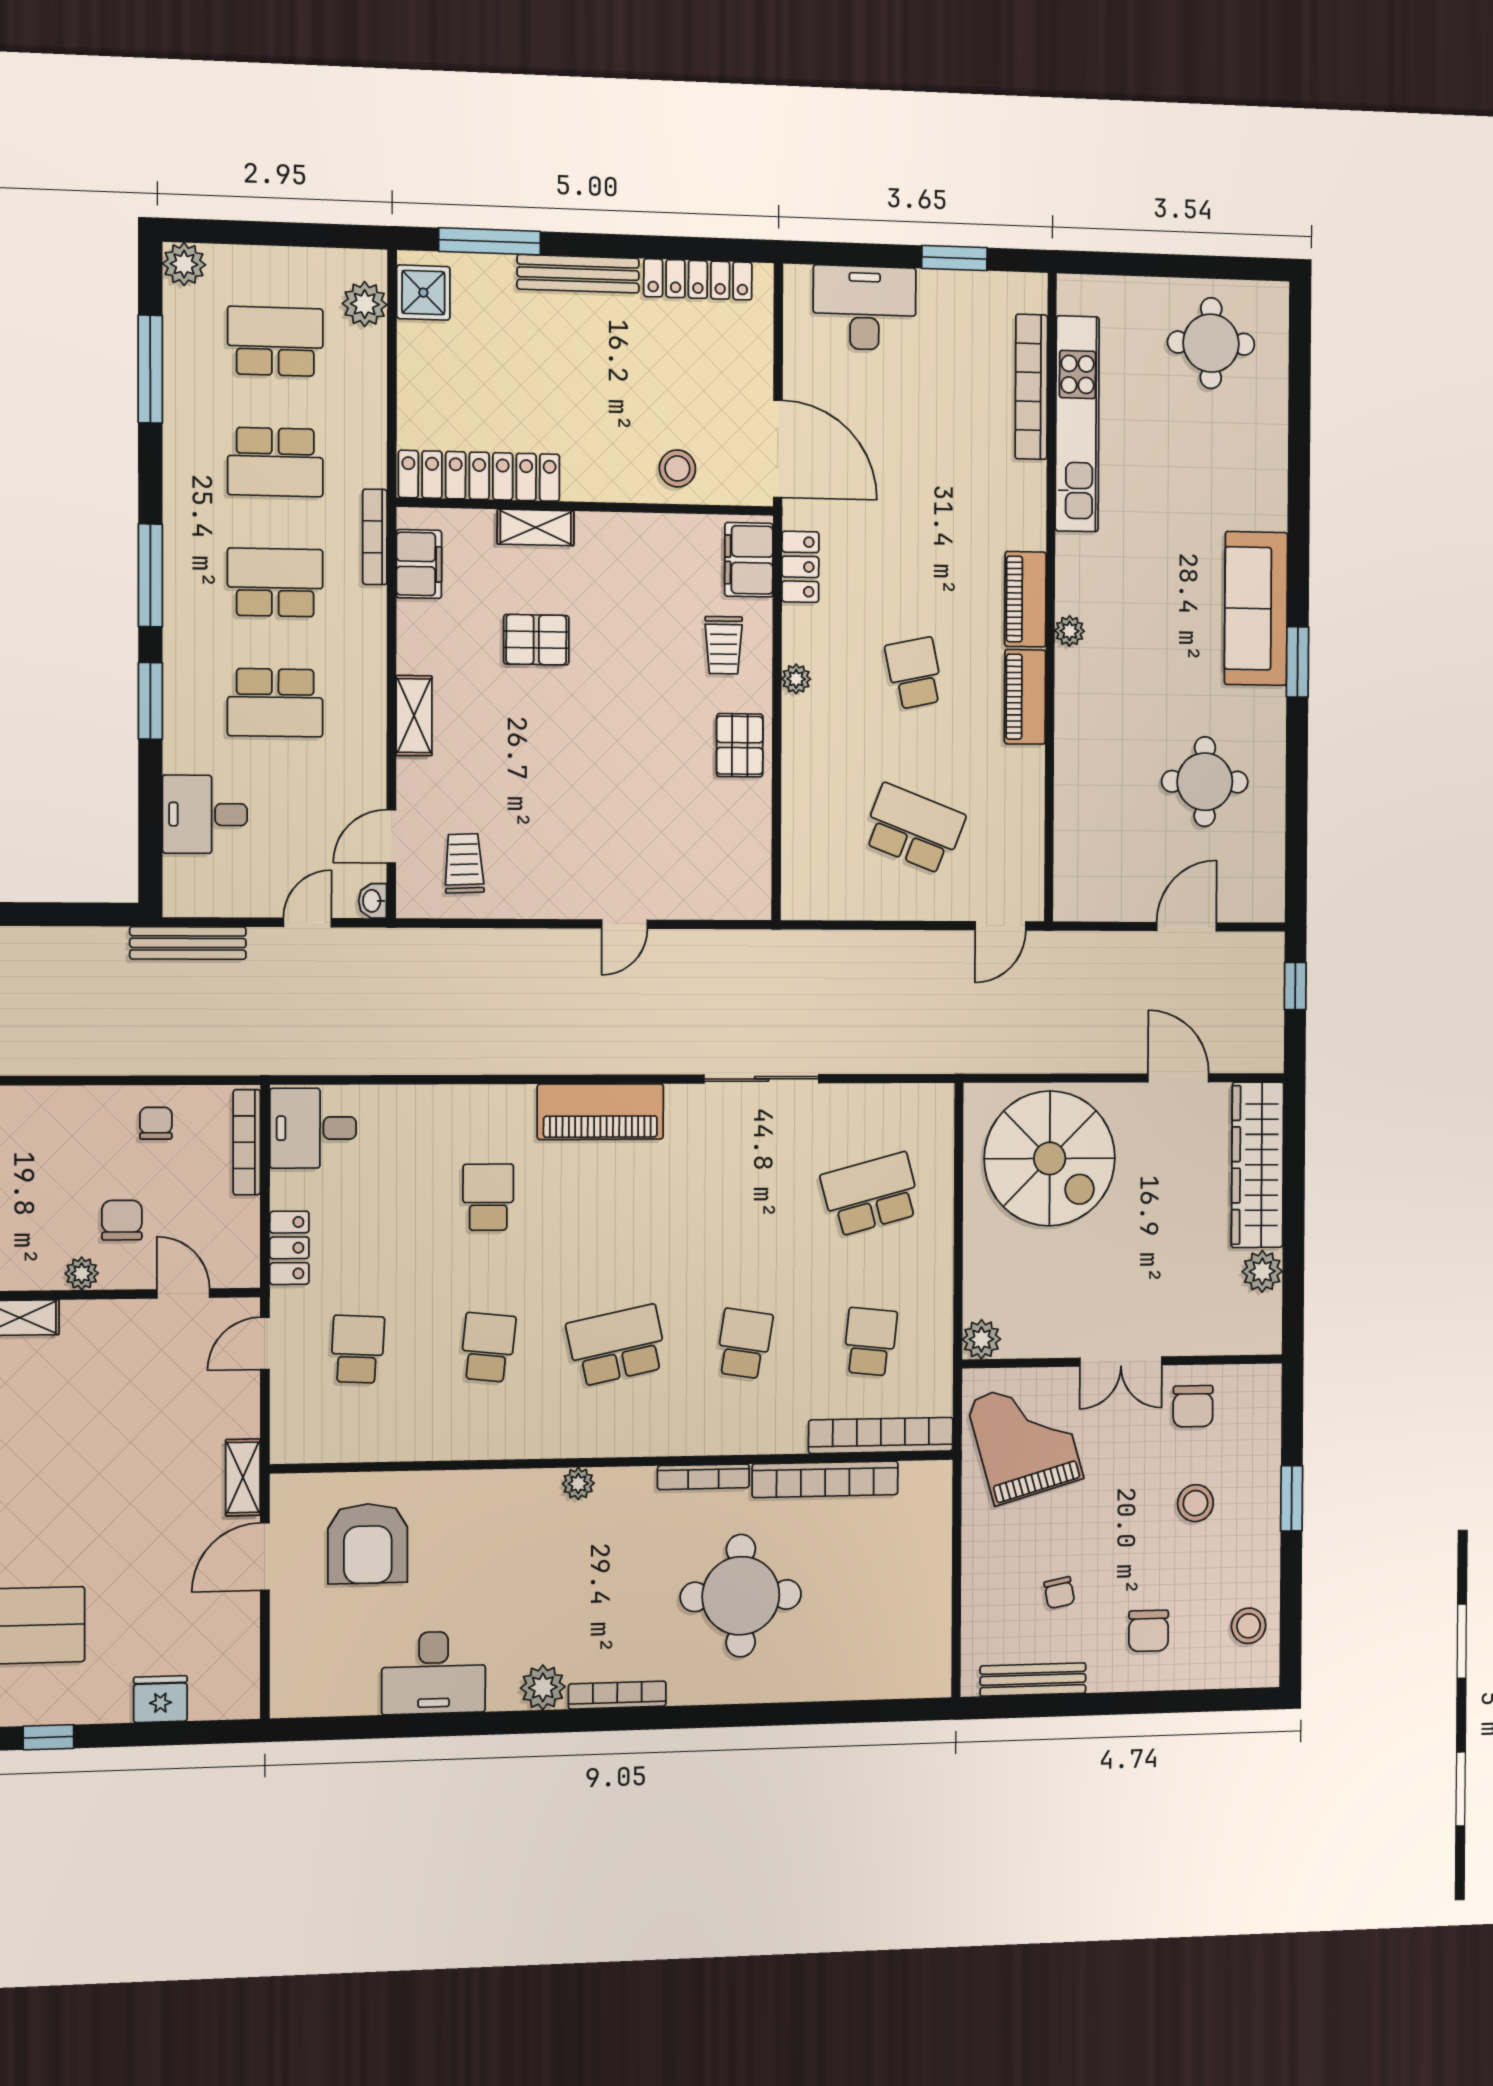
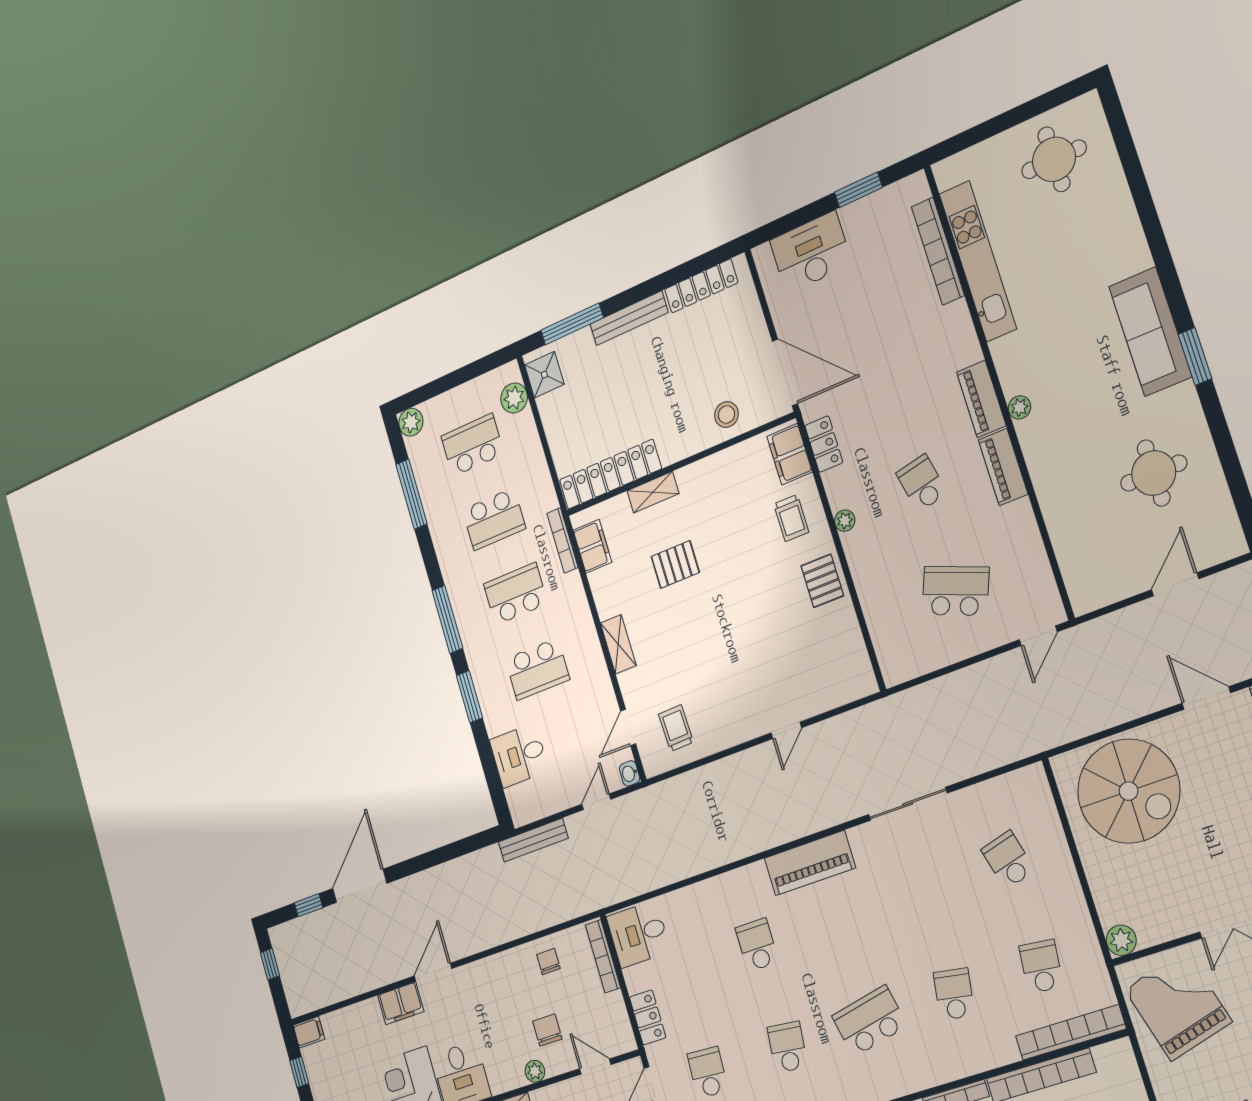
school desk: (871, 1194) -> (1008, 860), width x0.54

